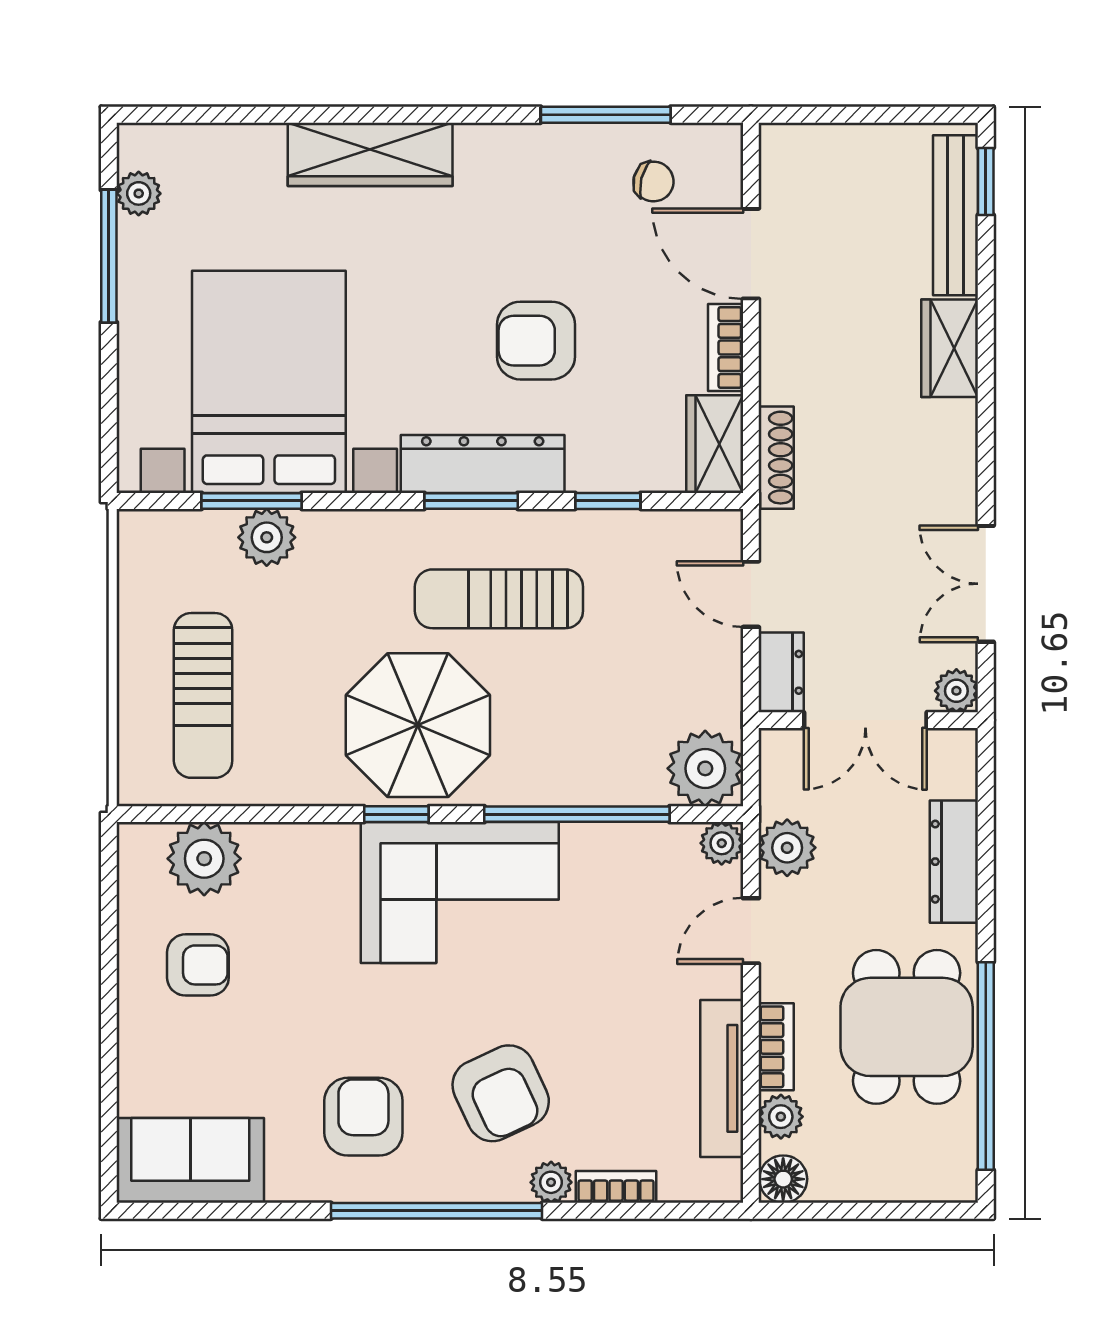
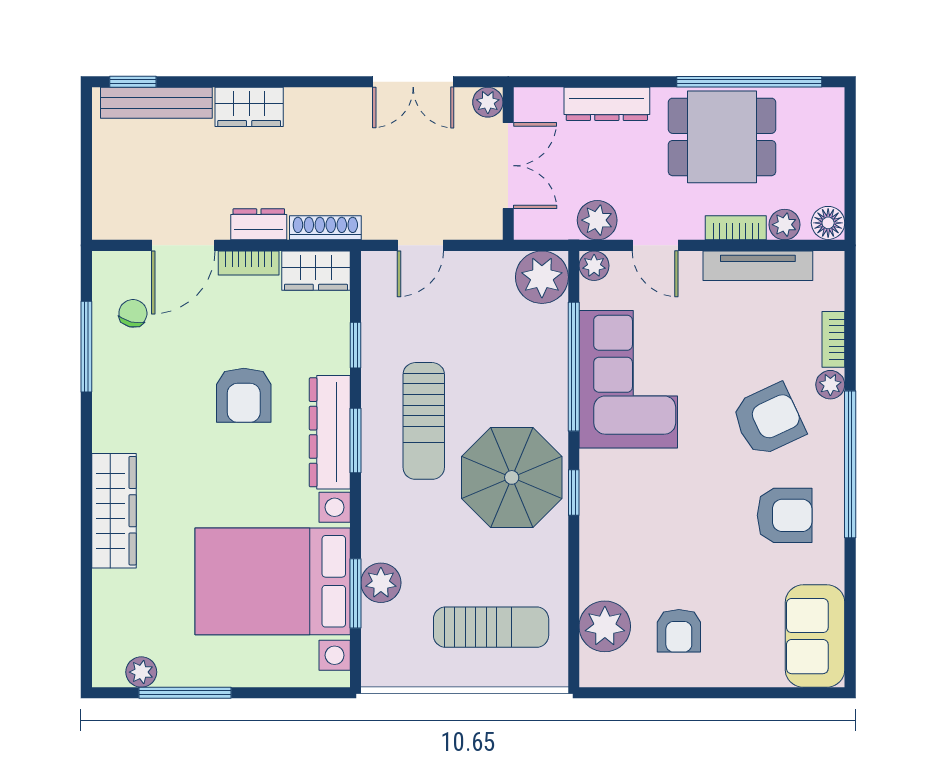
dresser: (781, 672) -> (259, 224), moved
corner sofa: (460, 892) -> (628, 379), moved
armchair: (198, 965) -> (679, 631), turned 180
armchair: (363, 1117) -> (785, 515), turned 180

